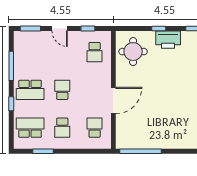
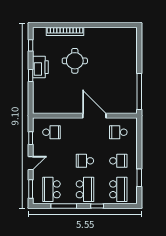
school desk: (30, 52) -> (51, 189), added
round table: (133, 52) -> (75, 61), moved
school desk: (30, 128) -> (118, 189), turned 180

